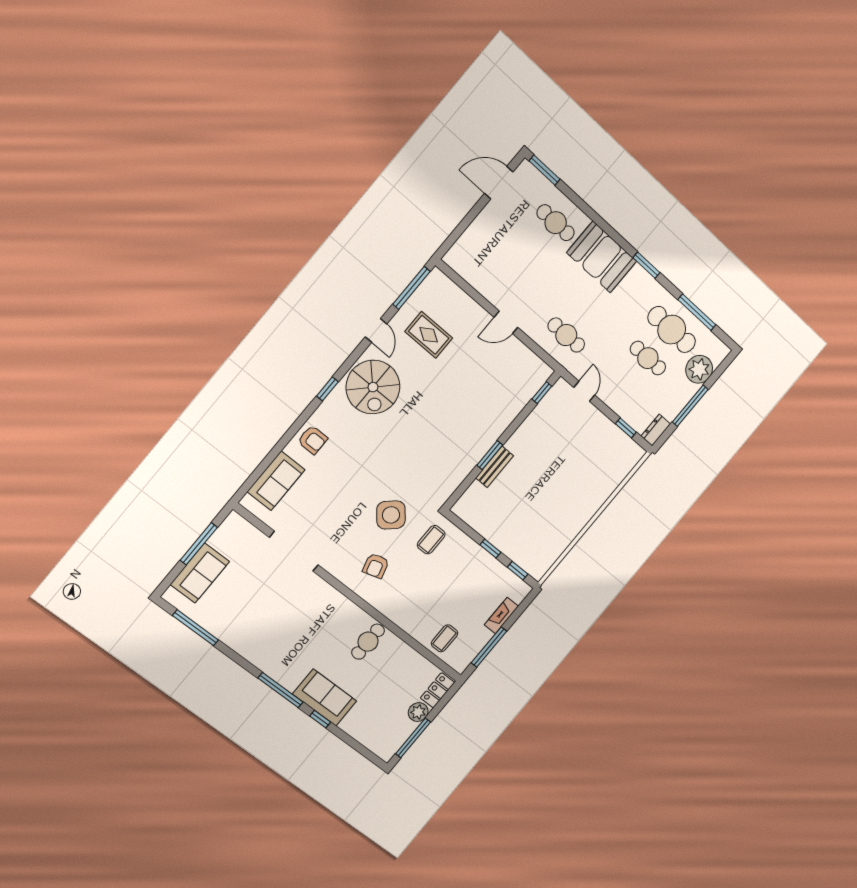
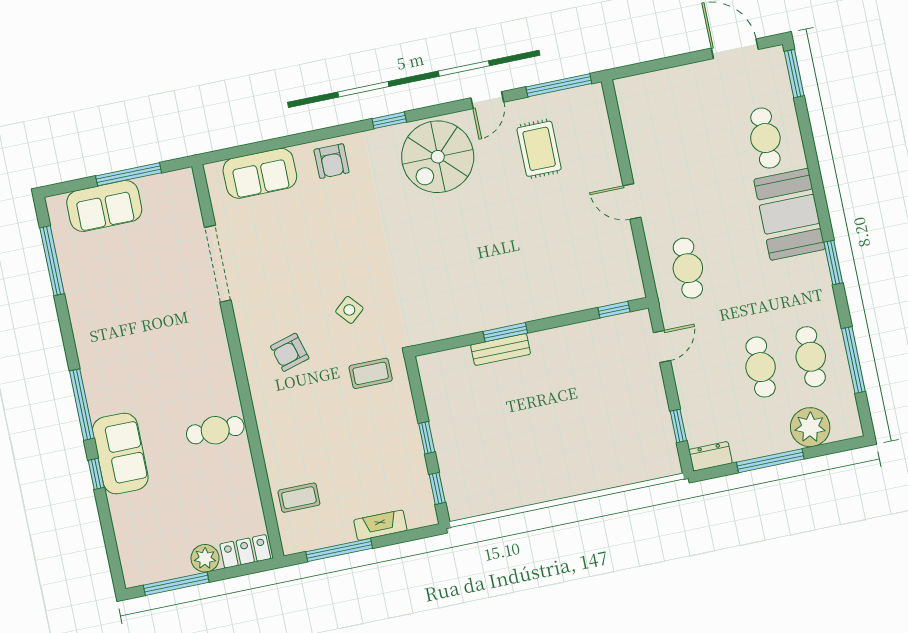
cafe table: (672, 330) -> (811, 357), width x0.73, depth x0.74
side table: (391, 515) -> (349, 310), width x0.54, depth x0.54

